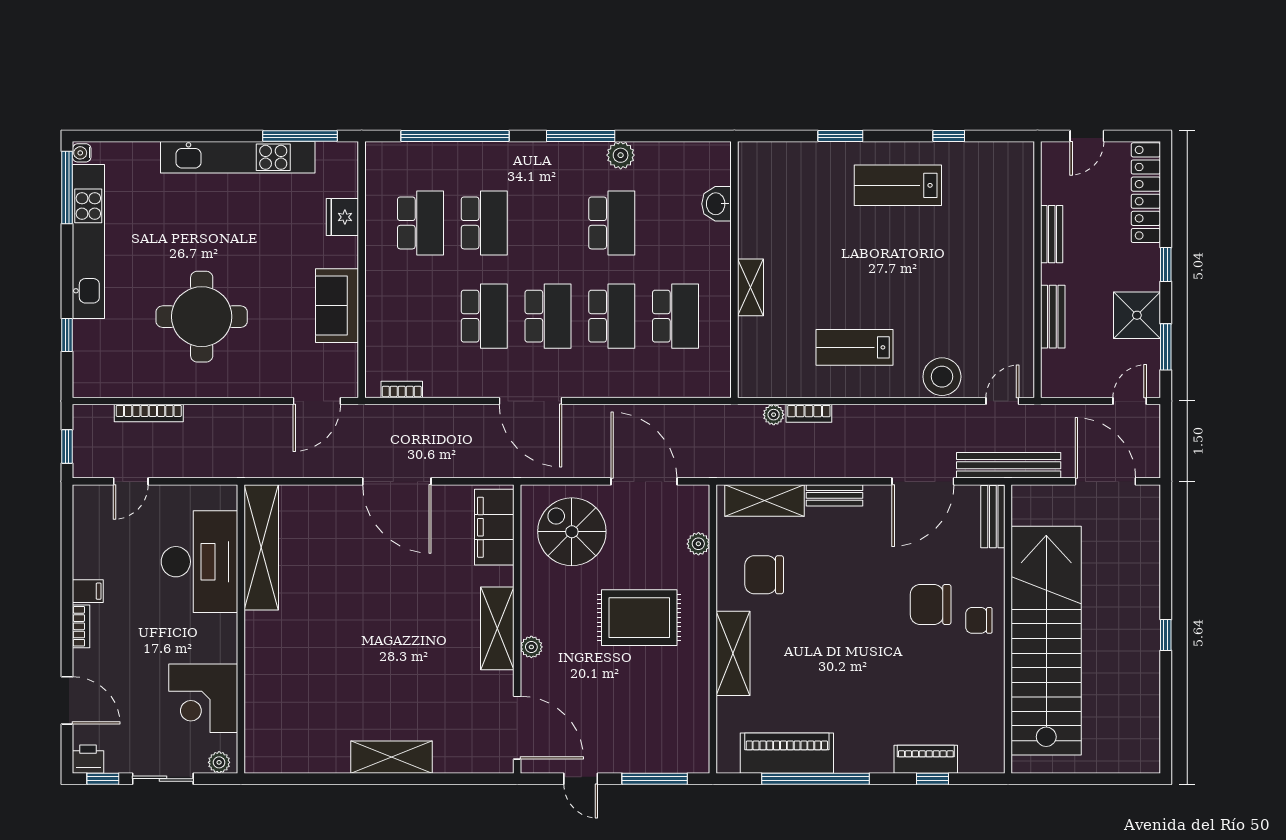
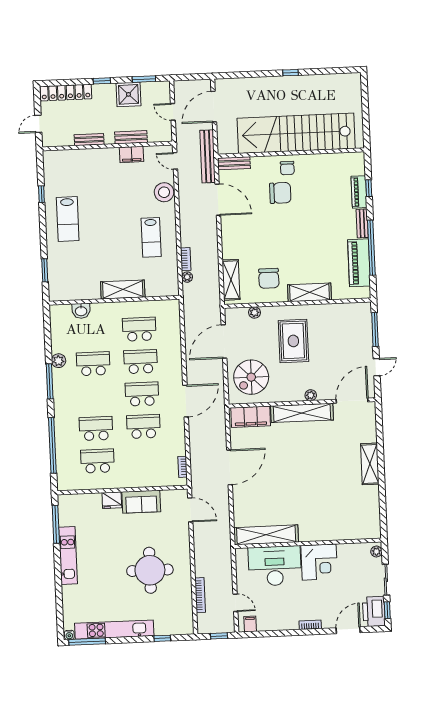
window: (840, 136) -> (45, 270), moved
door: (1087, 136) -> (38, 124), swing flipped
kitchen unit: (238, 157) -> (68, 555), width x0.73
fridge: (342, 217) -> (112, 500), moved
shelving: (750, 287) -> (123, 289), width x1.50, depth x1.33
filing cabinet: (1019, 316) -> (132, 154), added
door: (1130, 401) -> (173, 112), moved
bench: (834, 495) -> (362, 223), moved
filing cabinet: (88, 591) -> (250, 624), moved
chair: (931, 604) -> (280, 193), turned -90
shelving: (497, 628) -> (302, 413), width x1.47
corner desk: (203, 698) -> (319, 562), moved
printer: (88, 759) -> (374, 611), width x1.87, depth x1.48

